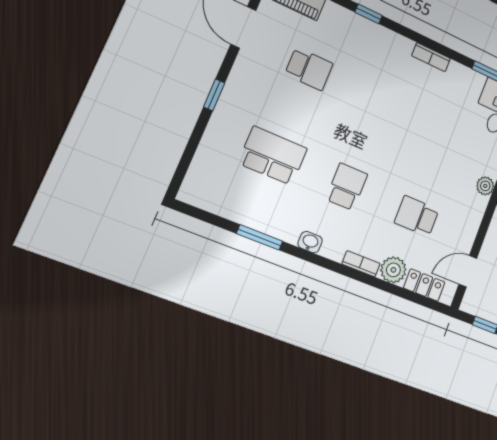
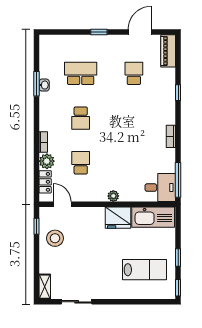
school desk: (309, 69) -> (134, 73), turned 180
school desk: (273, 156) -> (81, 73), turned -90
school desk: (347, 187) -> (81, 118), turned 90
washbasin: (310, 242) -> (44, 85), moved

